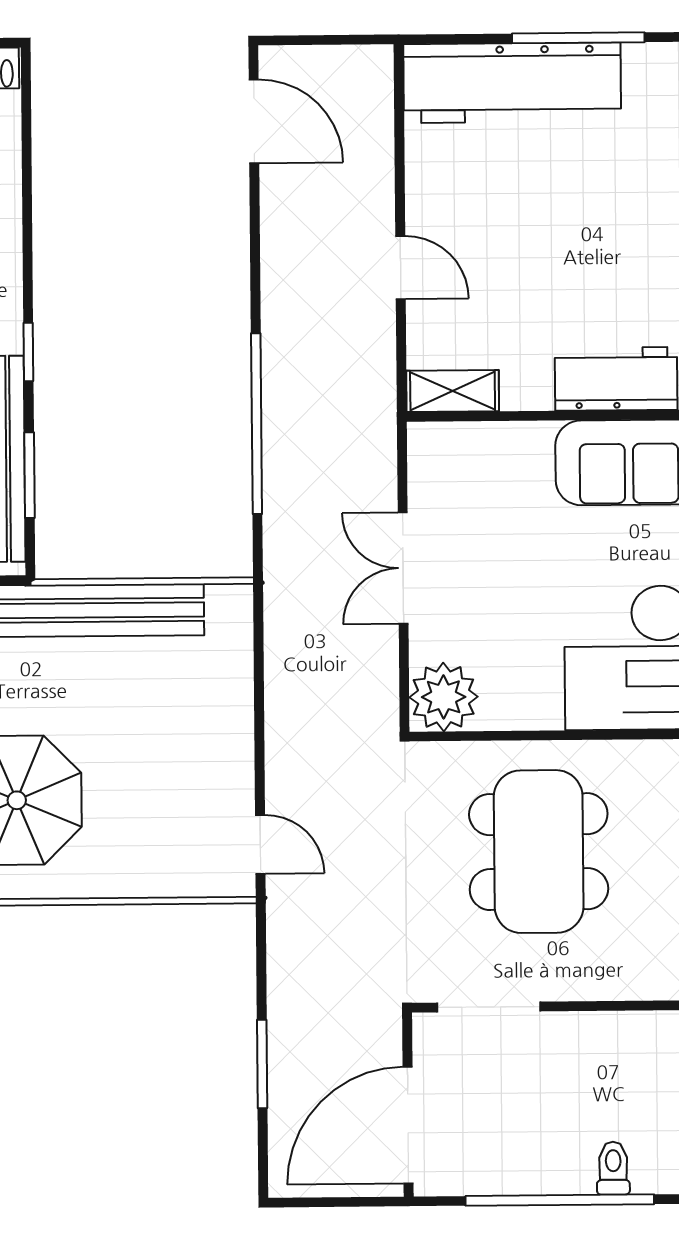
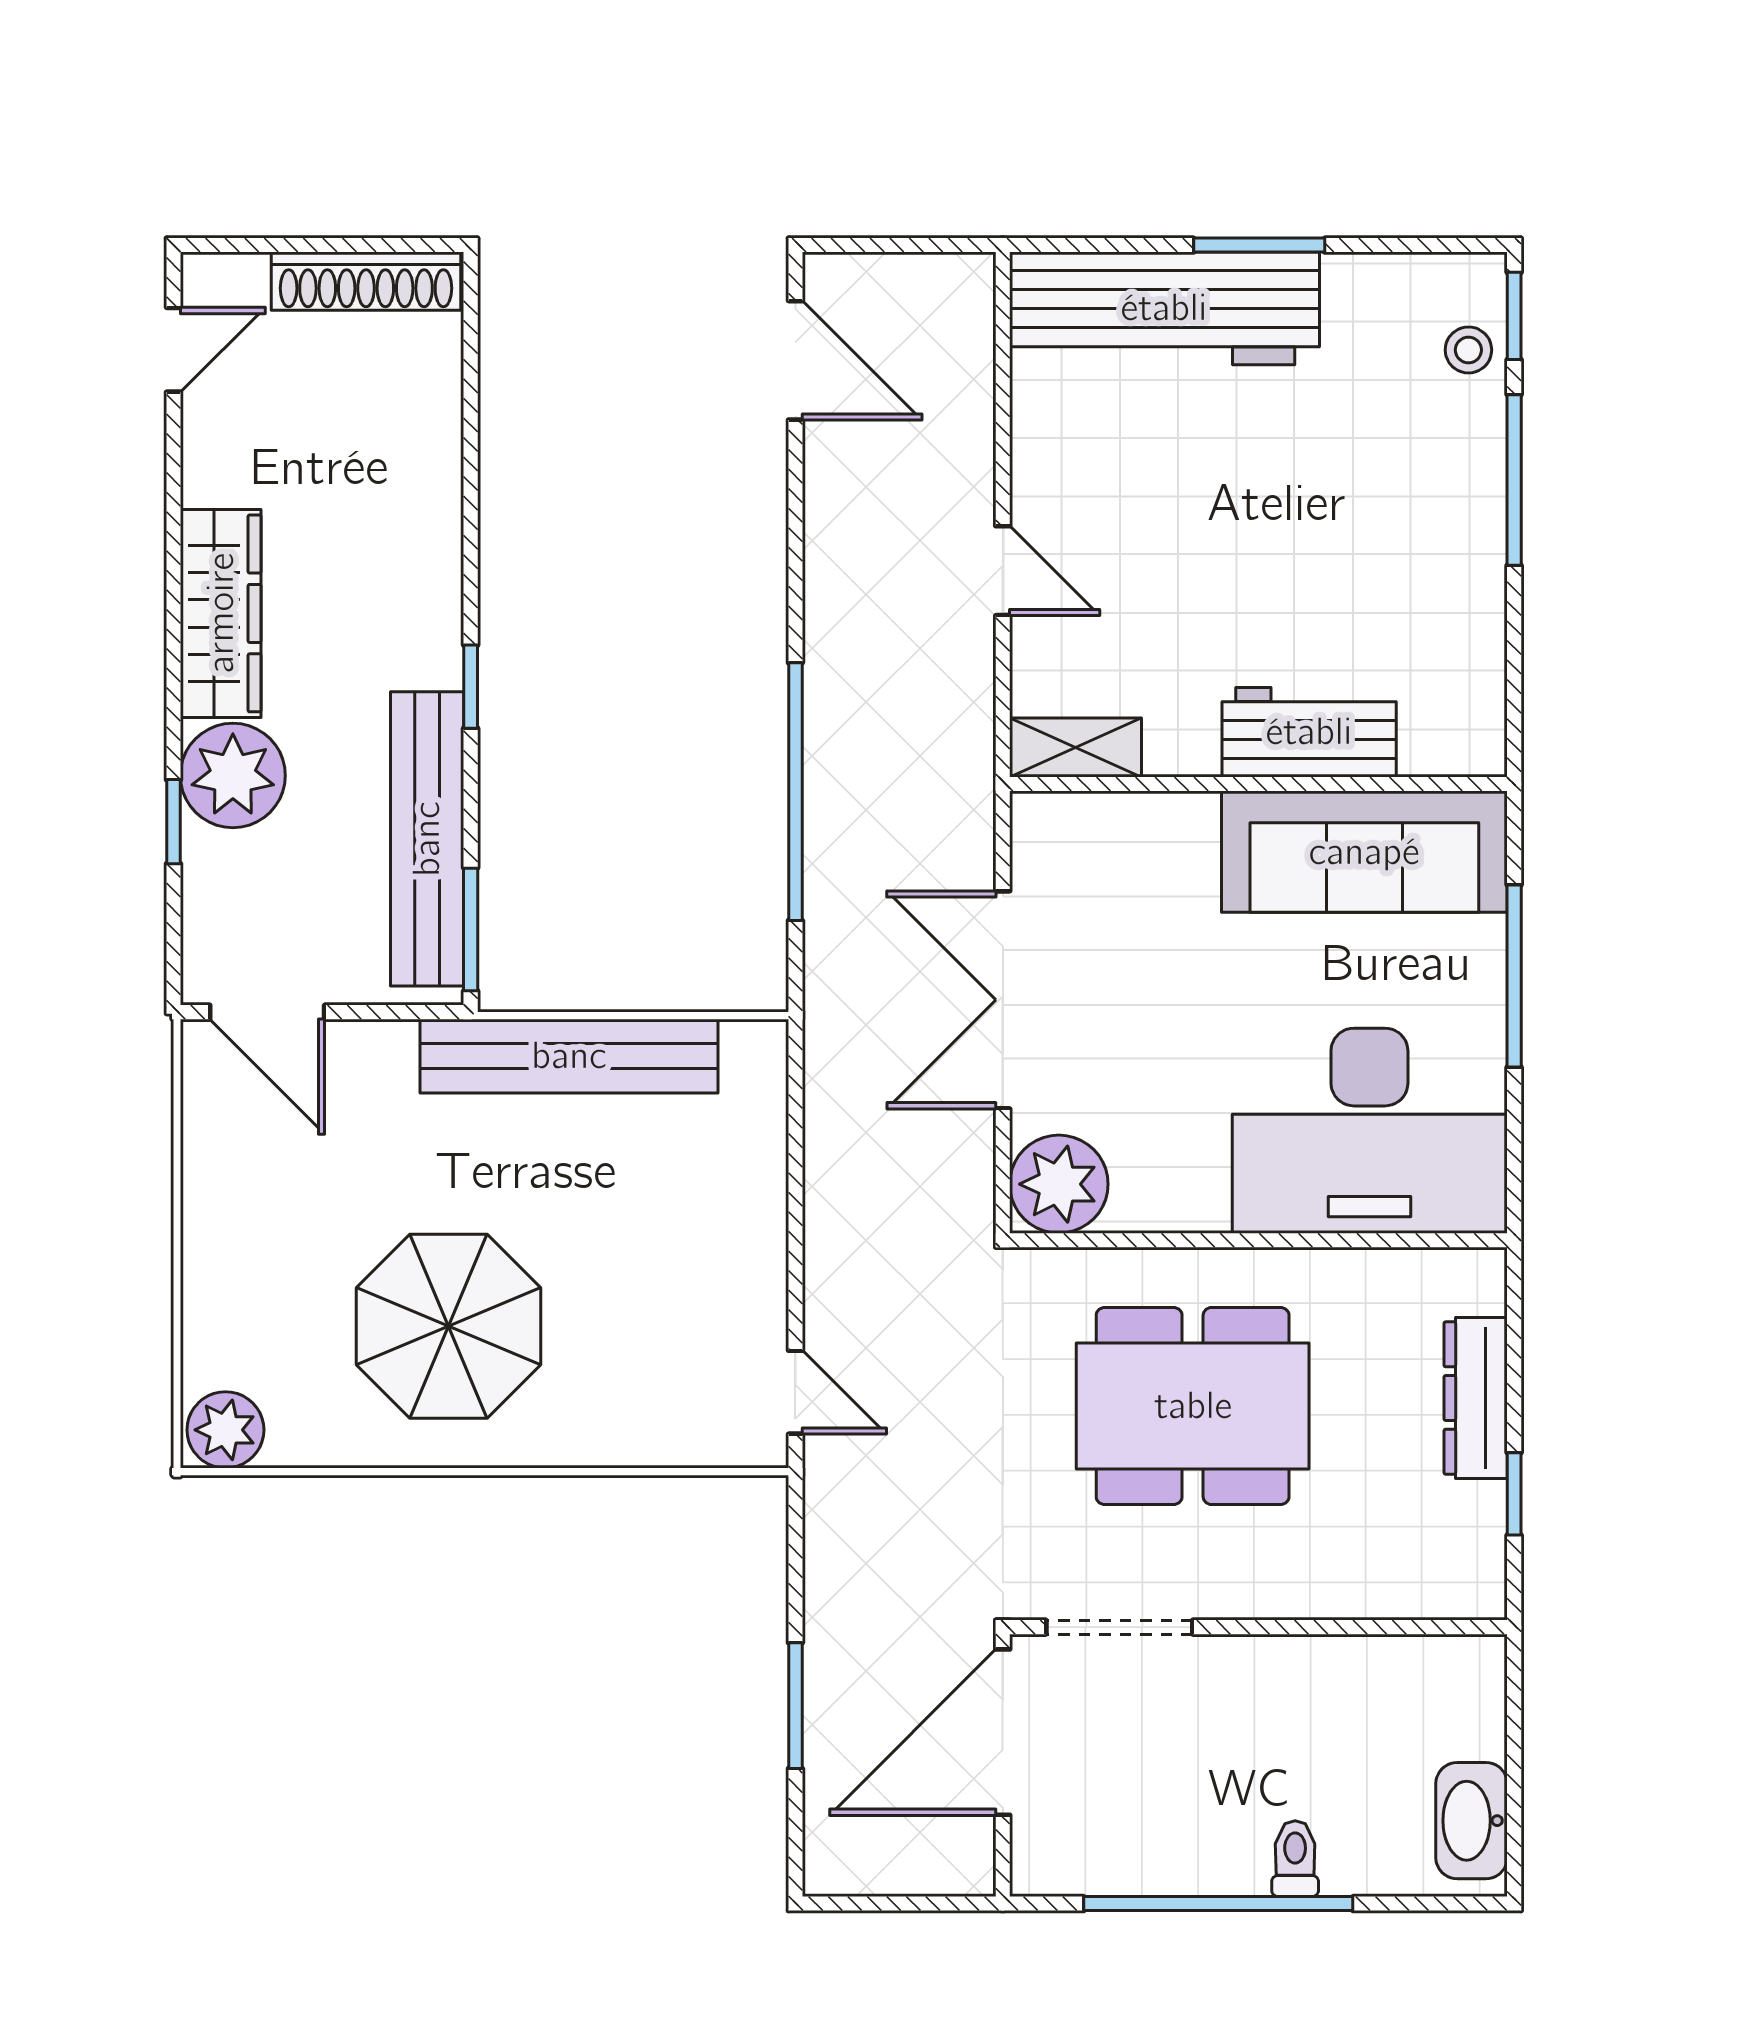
window: (578, 38) -> (1259, 245), width x0.69
window: (29, 475) -> (471, 929), moved
double door: (403, 568) -> (1003, 1000), width x1.37
dining table: (539, 852) -> (1193, 1406), turned 90
door: (408, 1125) -> (1003, 1732), moved

